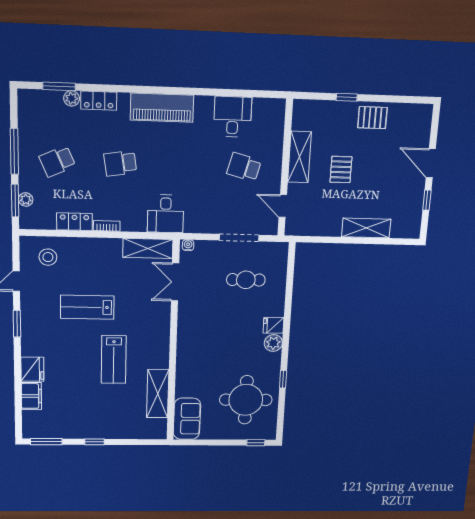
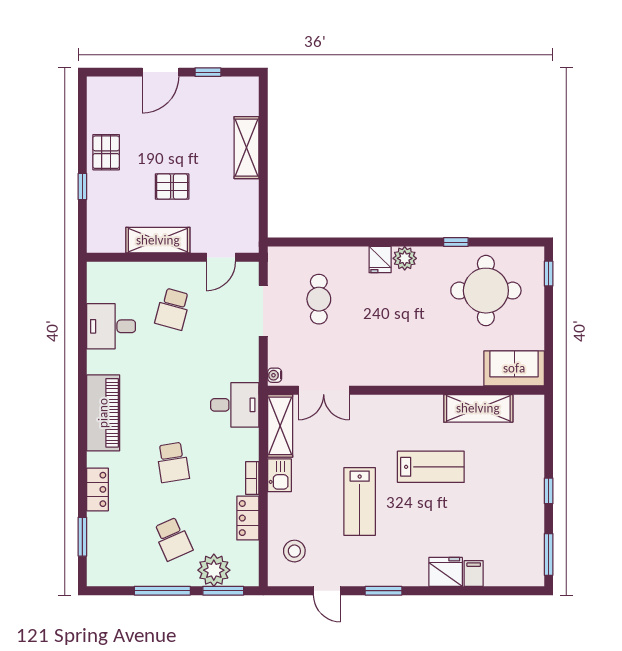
plant: (72, 98) -> (96, 522), removed
plant: (26, 199) -> (214, 570), width x1.88, depth x1.88
kitchen sink: (109, 247) -> (279, 475), added
filing cabinet: (31, 396) -> (474, 574), width x0.50

